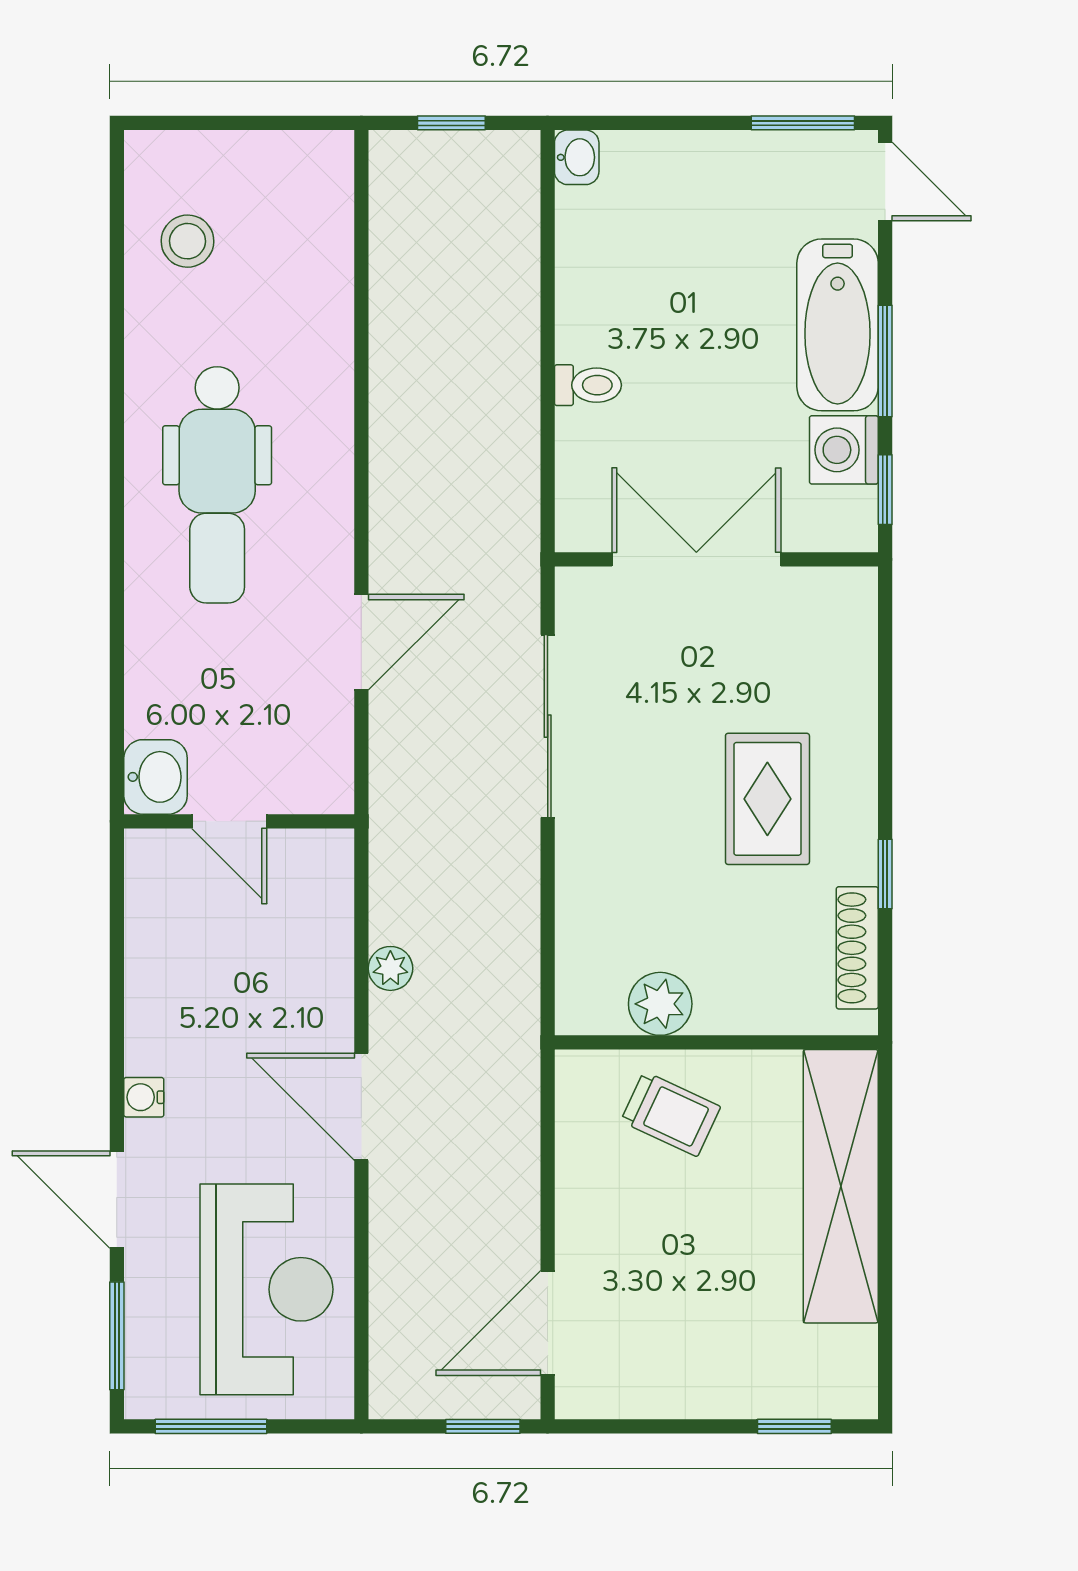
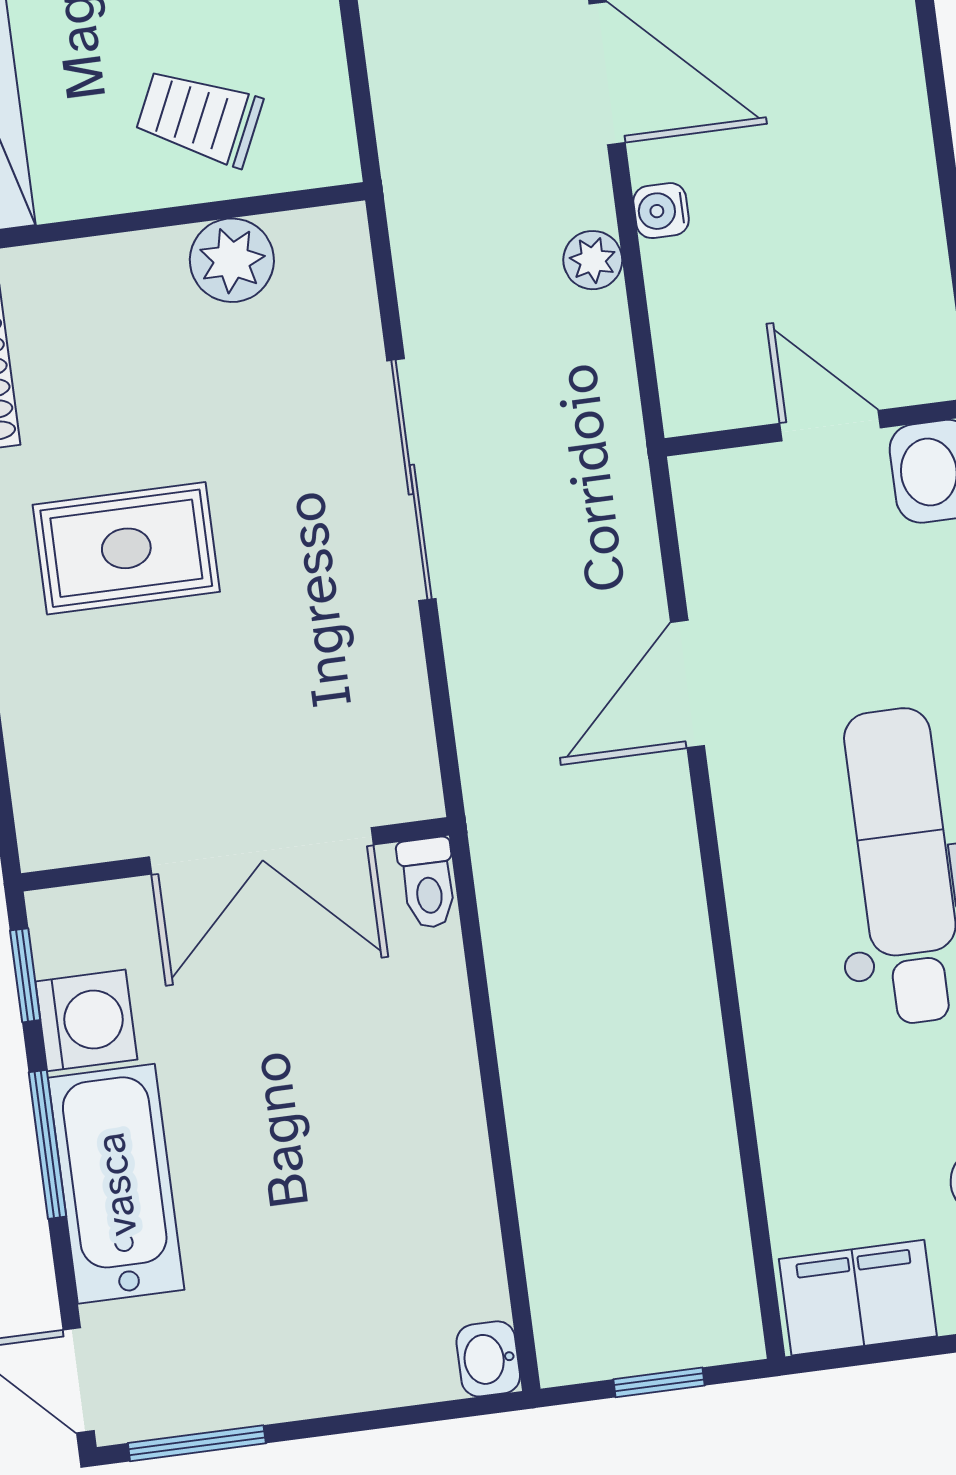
filing cabinet: (294, 167) -> (858, 1298), added
toilet: (588, 385) -> (428, 883), moved, turned -90
sliding door: (548, 726) -> (411, 480), moved
rug: (767, 799) -> (126, 548), turned 90
water cooler: (144, 1097) -> (661, 211), moved, turned 180

